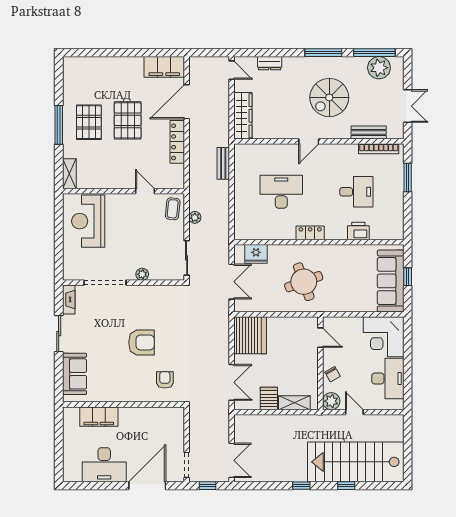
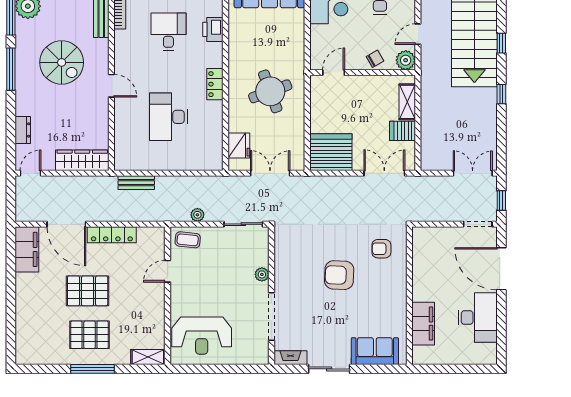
armchair: (142, 342) -> (339, 275), turned -88

